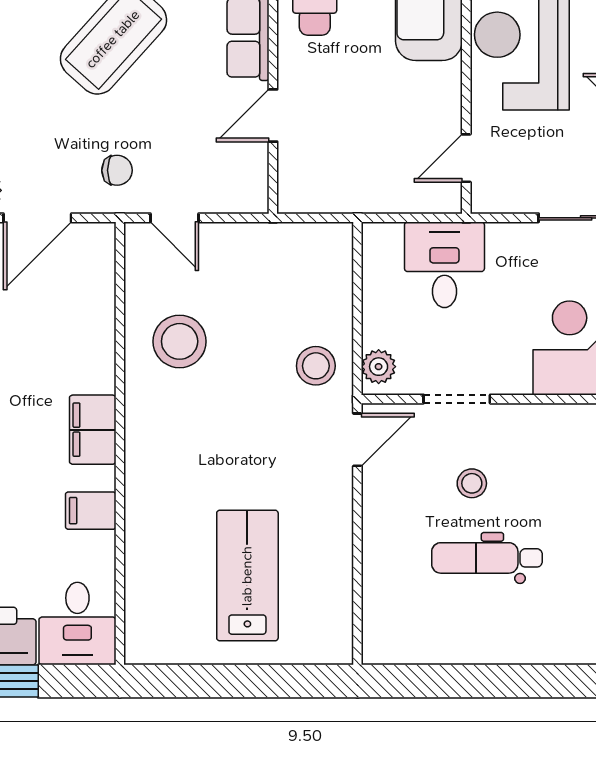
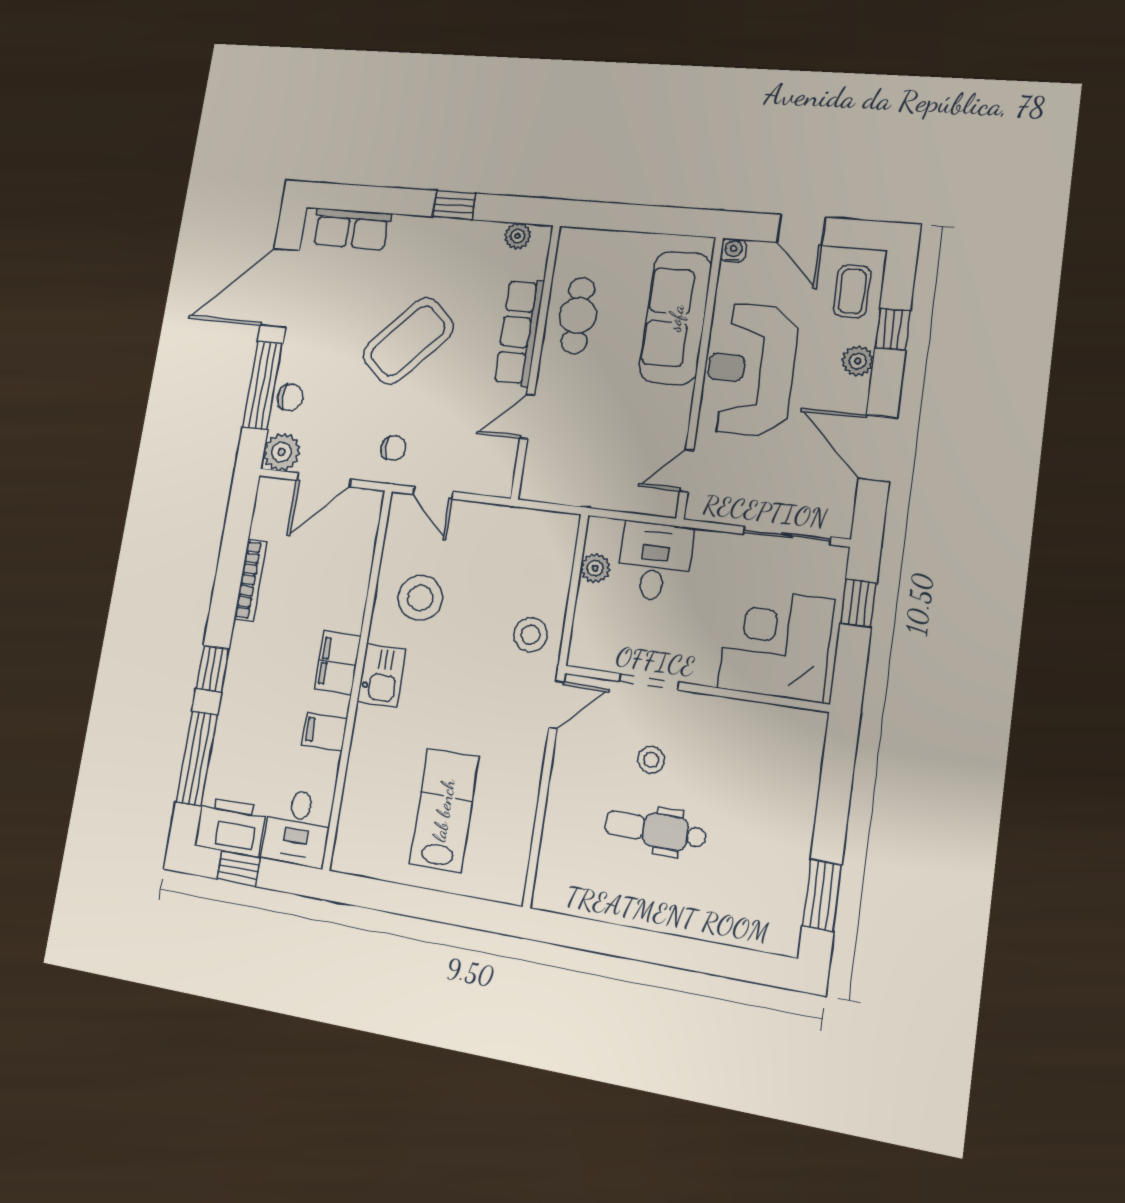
plant: (379, 367) -> (595, 568), moved
kitchen sink: (148, 437) -> (382, 675), added

